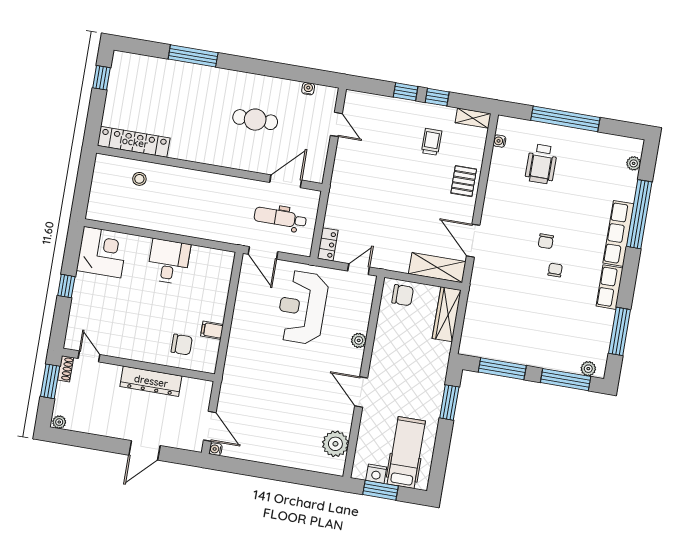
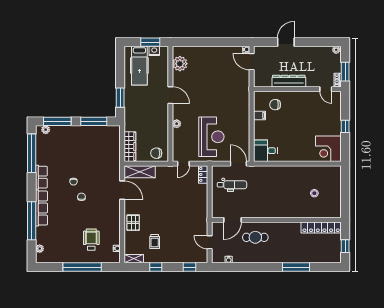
window: (406, 92) -> (190, 267), moved
locker: (134, 142) -> (321, 227), moved
wall: (209, 168) -> (276, 220), moved
door: (286, 181) -> (232, 220), moved
desk: (169, 261) -> (265, 151), moved, turned 90
window: (619, 331) -> (32, 153), width x1.46

